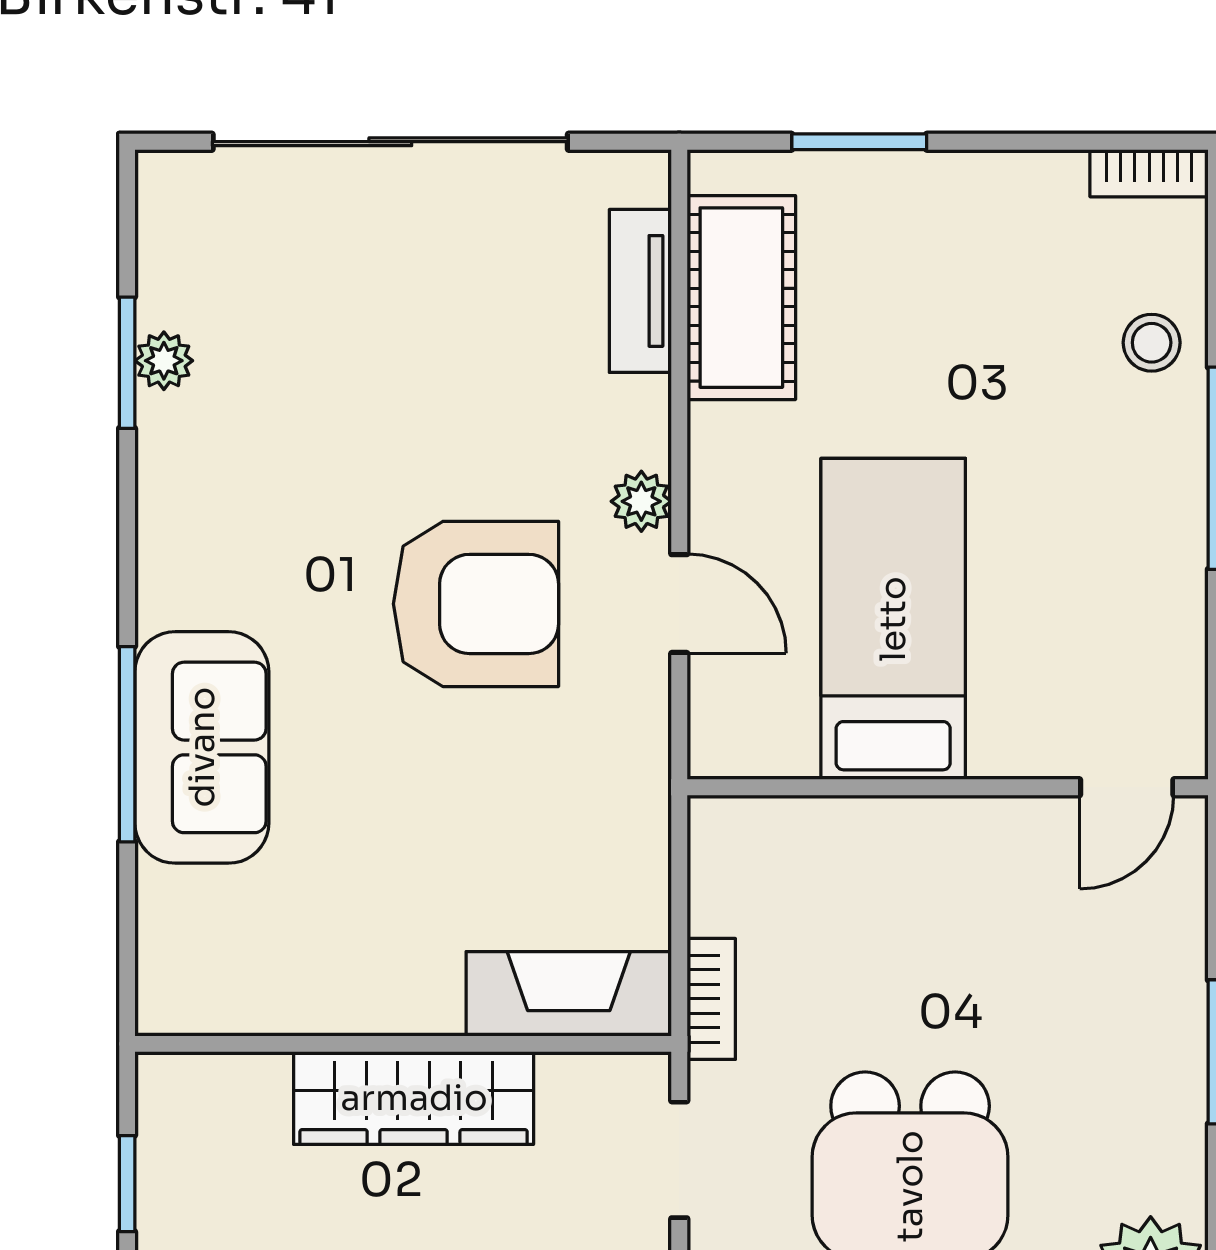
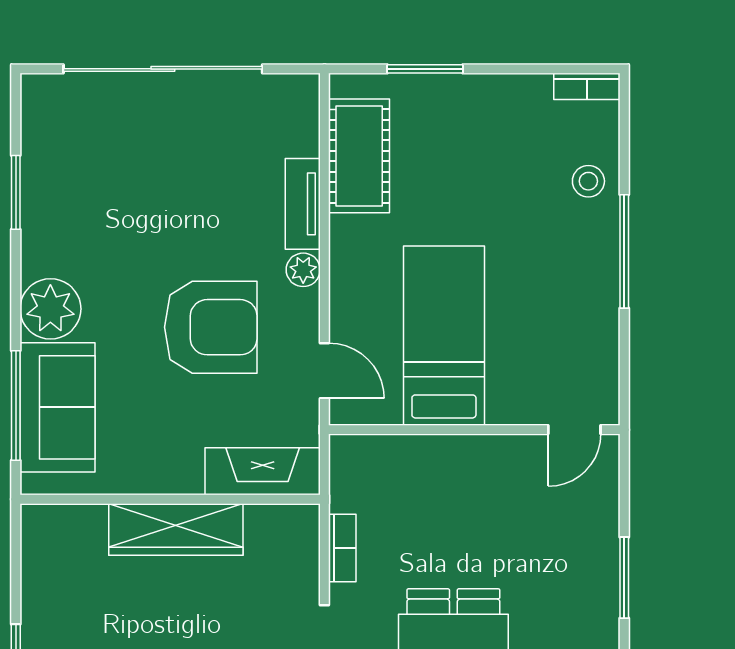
tv unit: (640, 291) -> (303, 204), moved
plant: (164, 361) -> (50, 309), moved, width x1.87, depth x1.87
door: (679, 604) -> (324, 371), moved
fireplace: (569, 994) -> (263, 471), moved
wall: (403, 1044) -> (170, 499), moved
wardrobe: (414, 1098) -> (176, 529), moved

